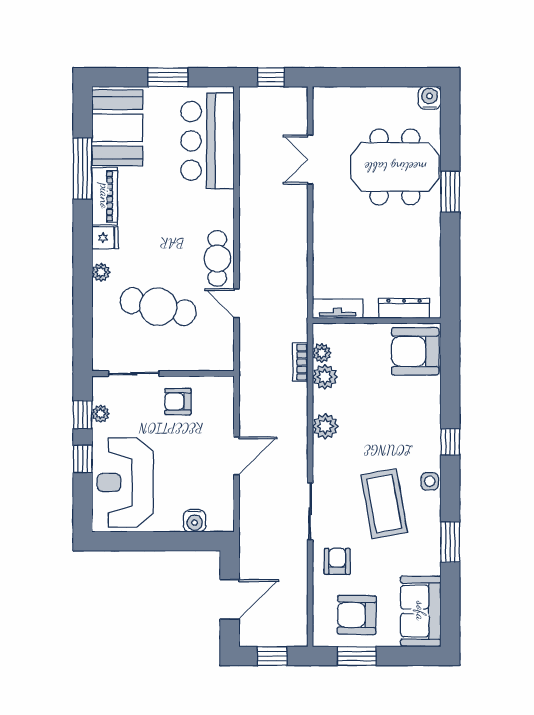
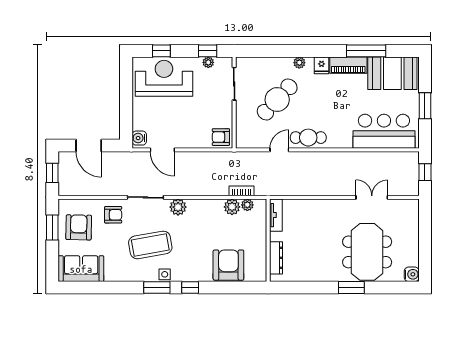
cafe table: (158, 307) -> (277, 99), turned 30
armchair: (415, 351) -> (228, 265), moved
armchair: (178, 402) -> (221, 137), moved, turned -90
plant: (325, 426) -> (178, 207), moved
door: (237, 456) -> (162, 150), moved
window: (83, 459) -> (161, 51), moved
water cooler: (195, 521) -> (139, 138), moved
window: (450, 542) -> (157, 288), moved

